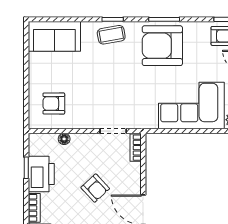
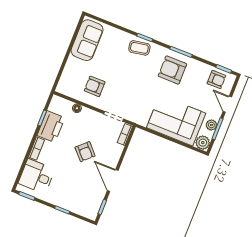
sofa: (54, 36) -> (87, 40), moved, turned -90
armchair: (162, 46) -> (172, 70), width x0.73, depth x0.73
armchair: (54, 103) -> (95, 86), moved

